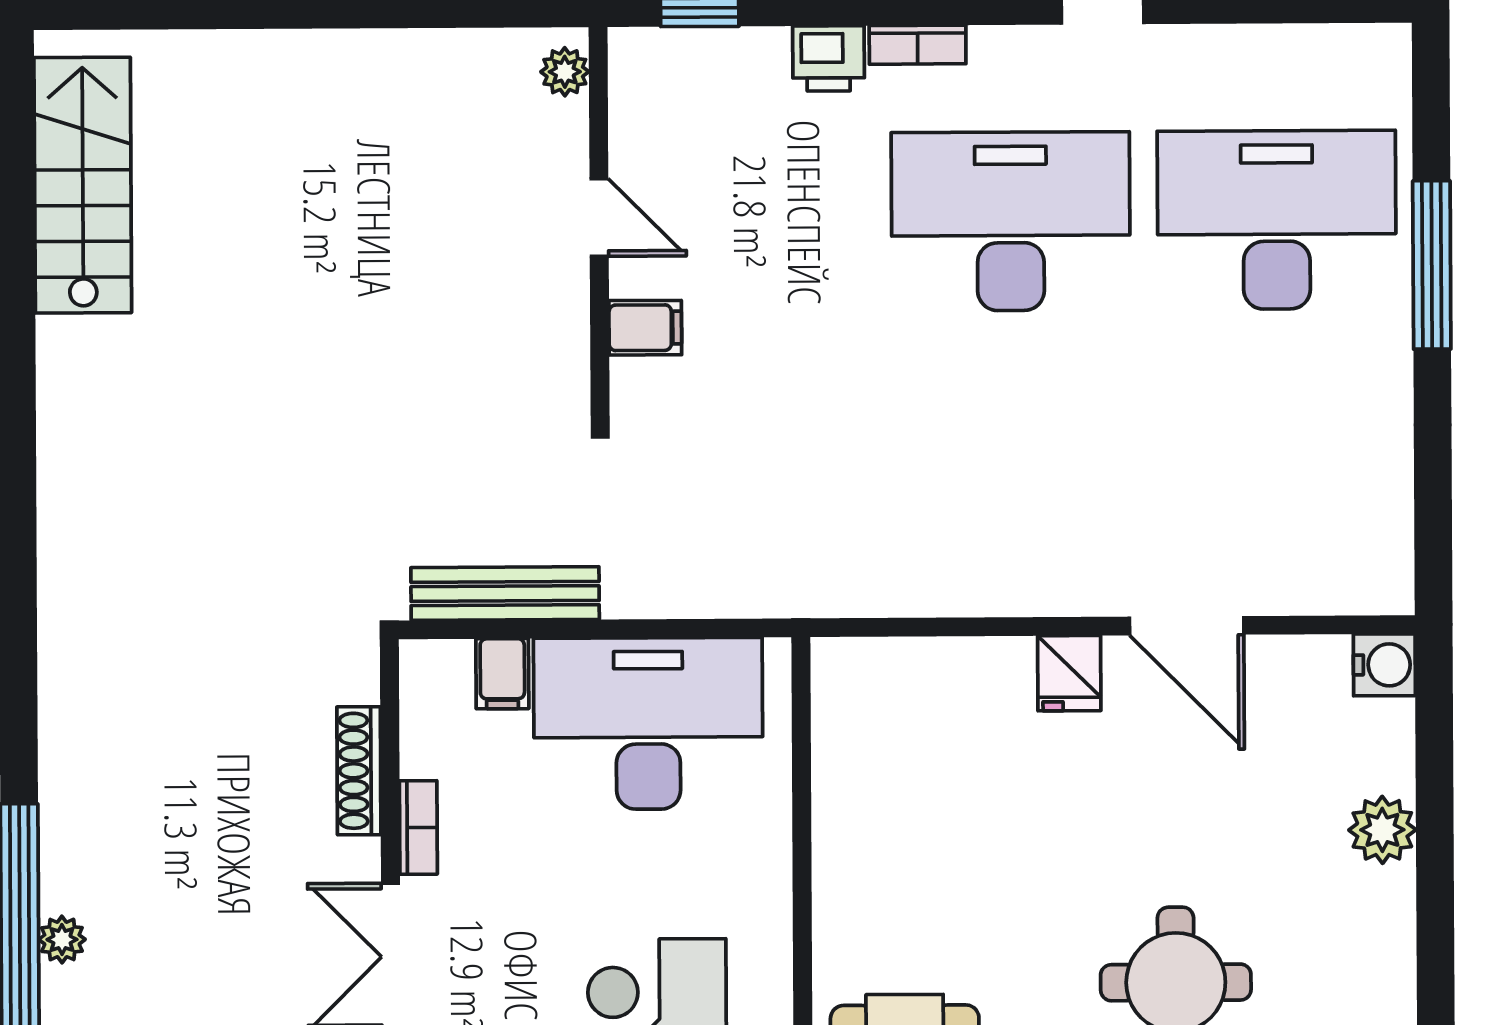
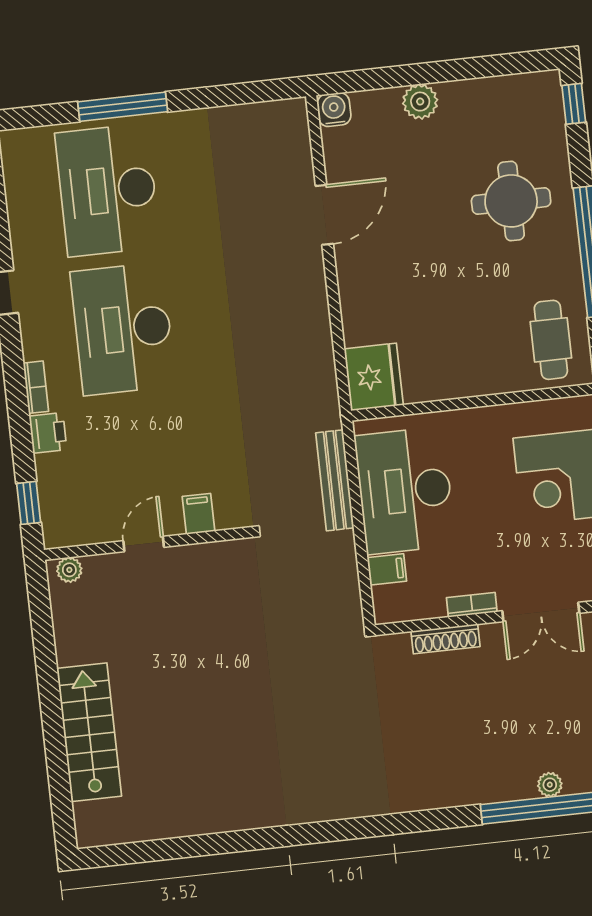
stairs: (83, 185) -> (89, 732), moved, turned 90
bench: (505, 594) -> (335, 480), moved
fridge: (1069, 673) -> (374, 377), moved, width x1.88, depth x1.34

